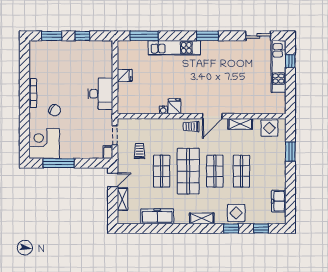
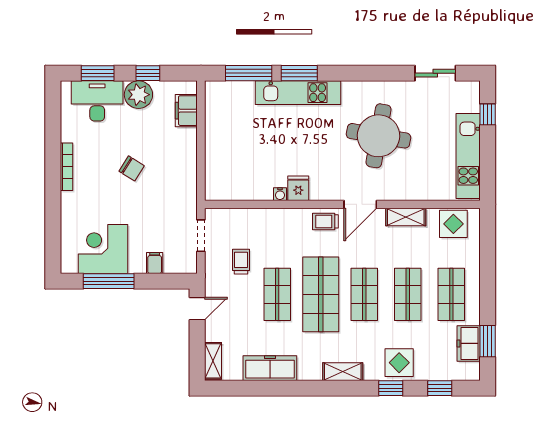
window: (207, 36) -> (299, 73), moved
plant: (77, 49) -> (138, 95), added
filing cabinet: (106, 59) -> (186, 111), added
kitchen unit: (278, 67) -> (468, 156), moved
round table: (224, 74) -> (379, 136), added
fridge: (125, 75) -> (217, 138), removed
desk: (100, 94) -> (97, 101), moved, turned -90
chair: (55, 110) -> (132, 168), moved
corner desk: (44, 143) -> (103, 249), moved
filing cabinet: (108, 152) -> (155, 263), moved
window: (290, 152) -> (488, 341), moved
shop shelf: (268, 171) -> (451, 294), added
shelving: (122, 199) -> (213, 361), moved

